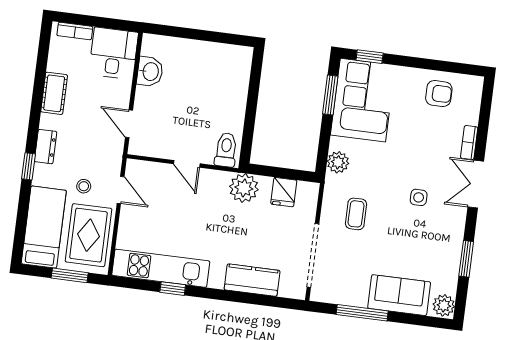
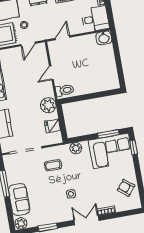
washbasin: (150, 72) -> (104, 38), moved
armchair: (439, 94) -> (126, 188), turned 129

